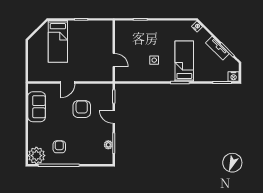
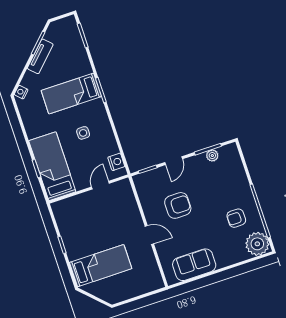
bed: (138, 31) -> (52, 166), added
nightstand: (234, 76) -> (116, 162), moved
armchair: (82, 109) -> (178, 205), turned 180

